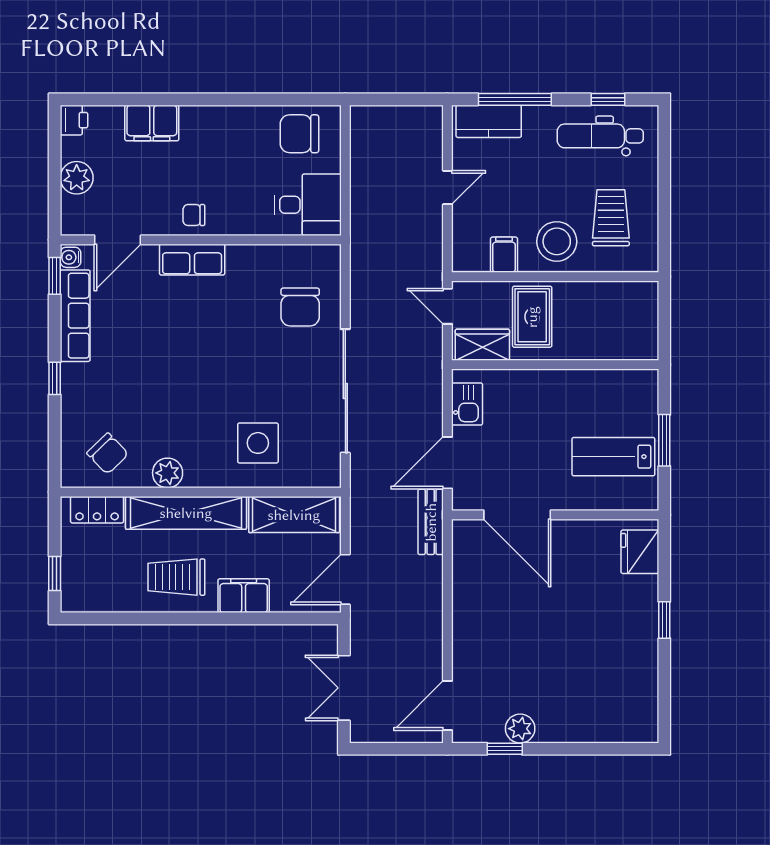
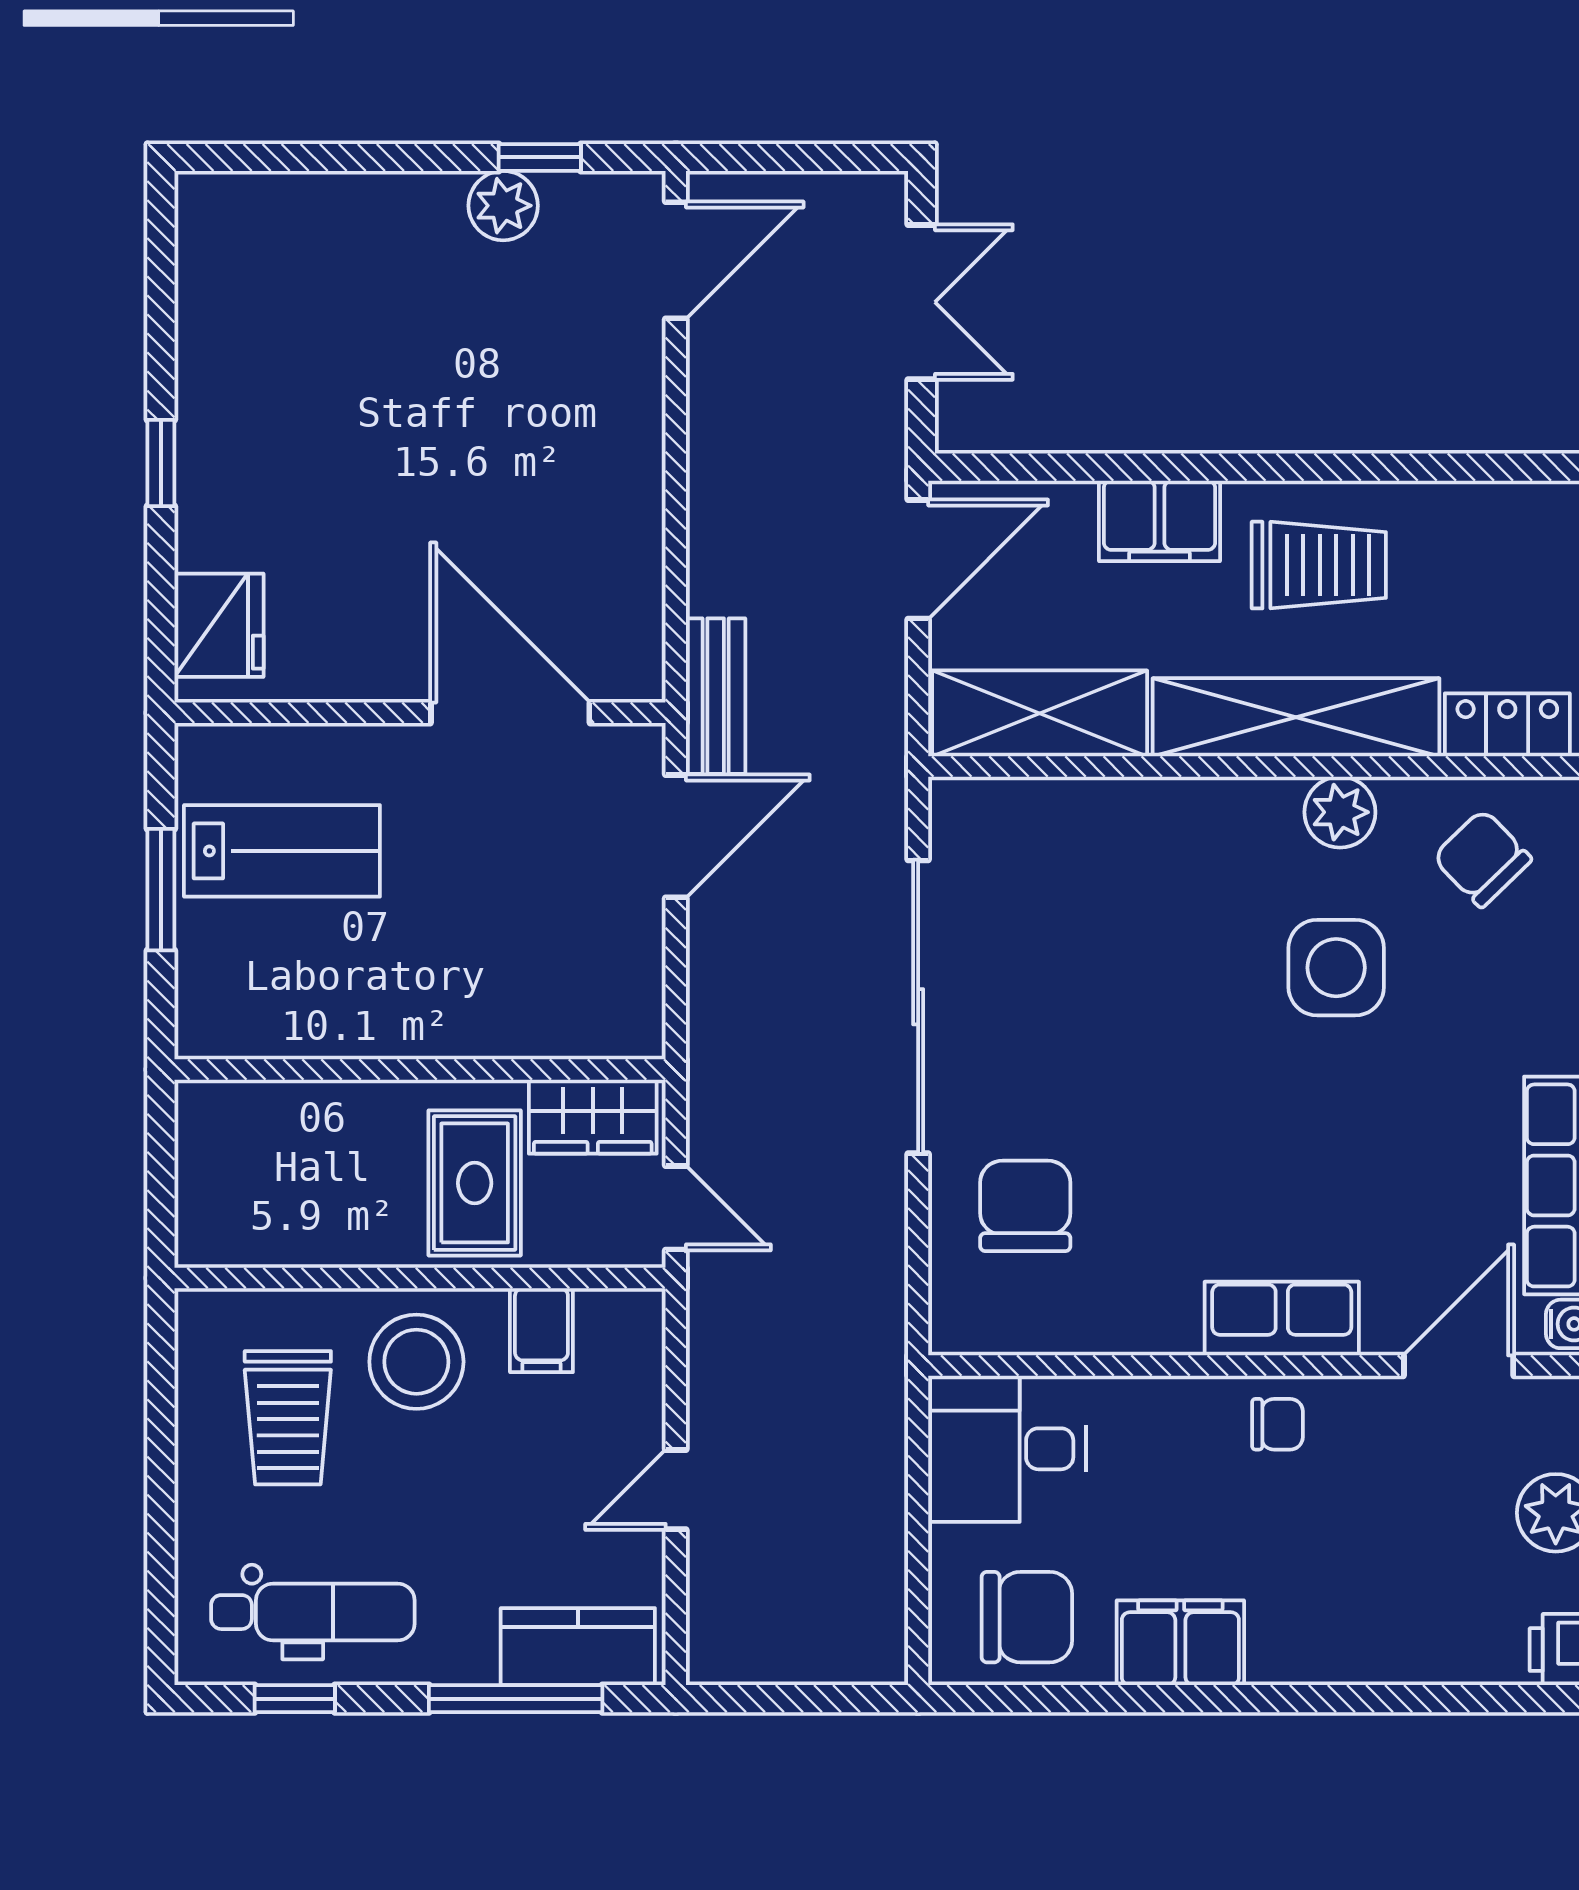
filing cabinet: (152, 123) -> (1180, 1643), moved
kitchen sink: (467, 404) -> (629, 976), removed
side table: (258, 443) -> (1336, 968), moved

